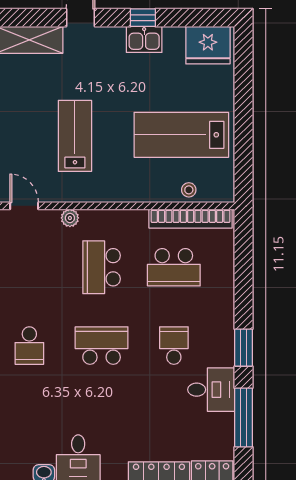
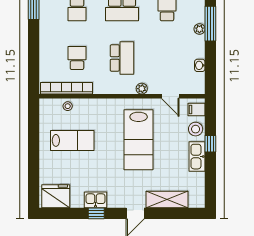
lab bench: (181, 135) -> (72, 140), width x0.73, depth x0.72
lab bench: (75, 136) -> (139, 140), width x1.36, depth x1.39
school desk: (174, 267) -> (77, 58), width x0.54

